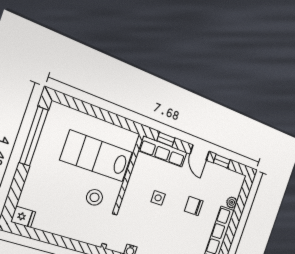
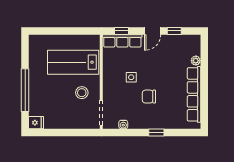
window: (34, 136) -> (25, 90), moved
door: (200, 153) -> (153, 31), hinge flipped
chair: (194, 206) -> (149, 97), moved

